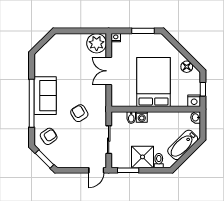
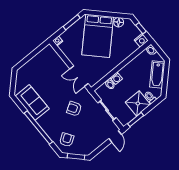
plant: (97, 43) -> (48, 55), removed
double door: (109, 71) -> (79, 76), moved
bed: (154, 82) -> (98, 36), moved, turned -135
sofa: (45, 96) -> (32, 102), moved

